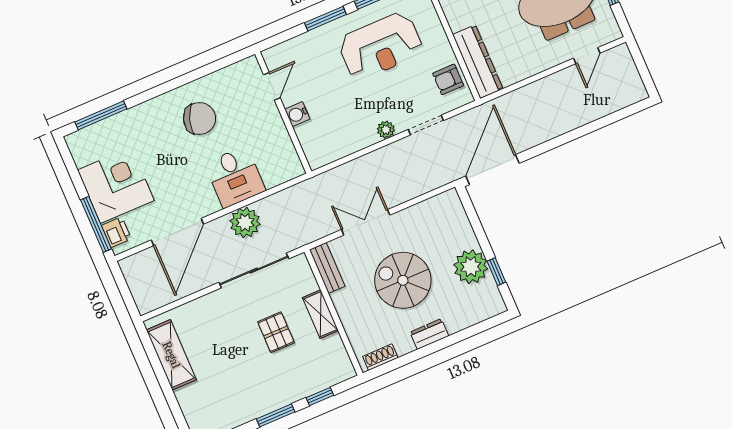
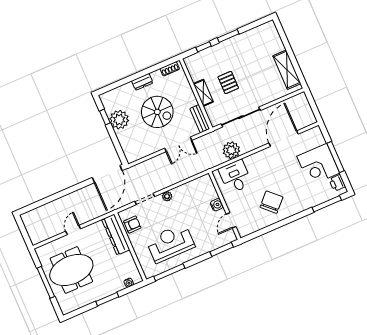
window: (325, 19) -> (222, 249), moved
door: (587, 56) -> (73, 230), moved
chair: (200, 119) -> (271, 202), turned 115
desk: (235, 177) -> (235, 177), moved
plant: (245, 223) -> (231, 150), moved
window: (96, 224) -> (336, 157), moved
printer: (116, 232) -> (337, 183), moved

